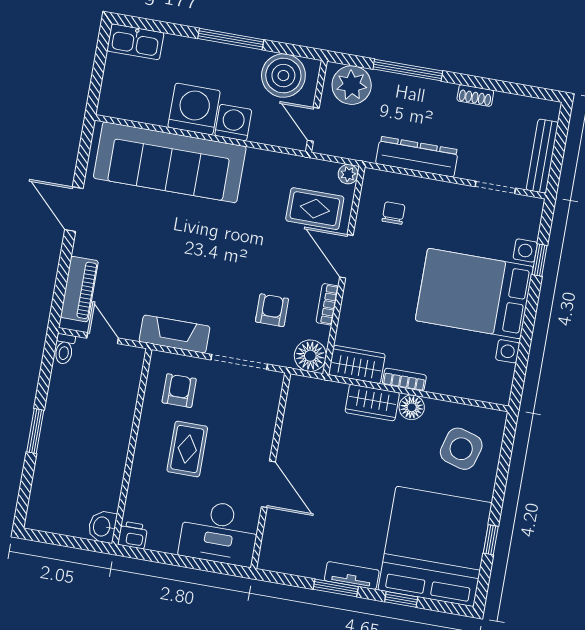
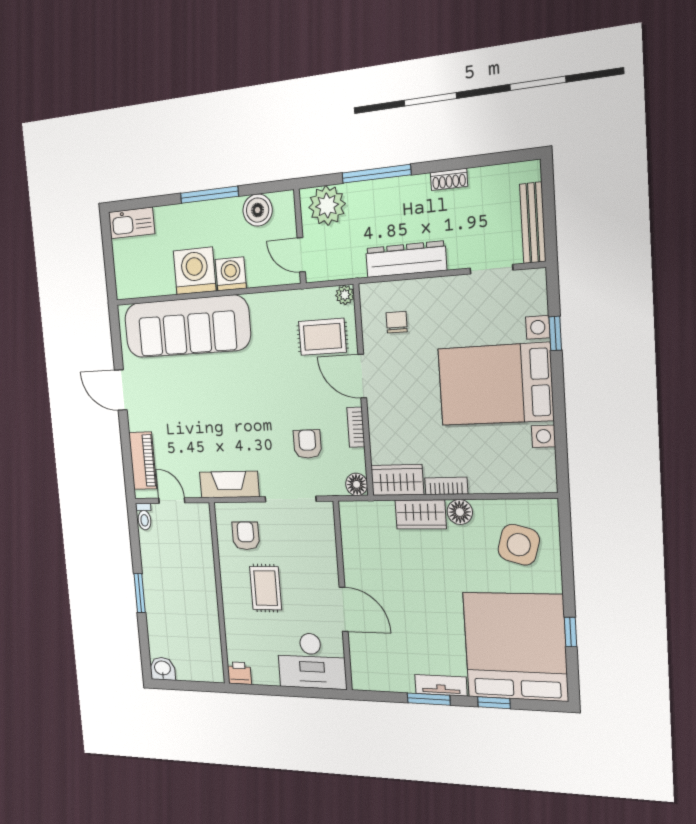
boiler: (283, 76) -> (258, 210), width x0.73, depth x0.73
floor lamp: (310, 356) -> (357, 484), width x0.73, depth x0.73
washbasin: (102, 527) -> (163, 669), moved, turned 90

